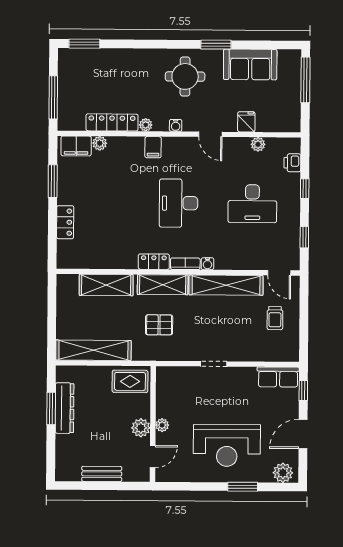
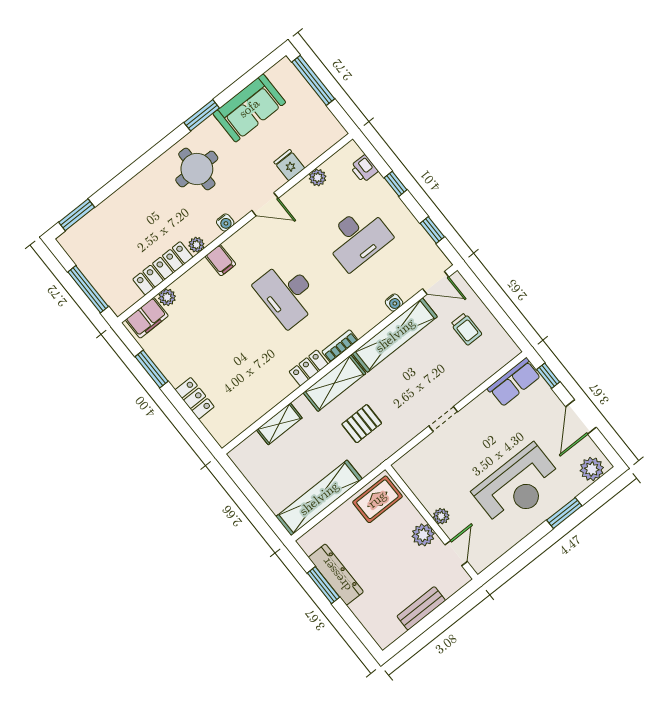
water cooler: (207, 264) -> (394, 303), moved
shelving: (106, 285) -> (279, 424), width x0.67, depth x0.75

